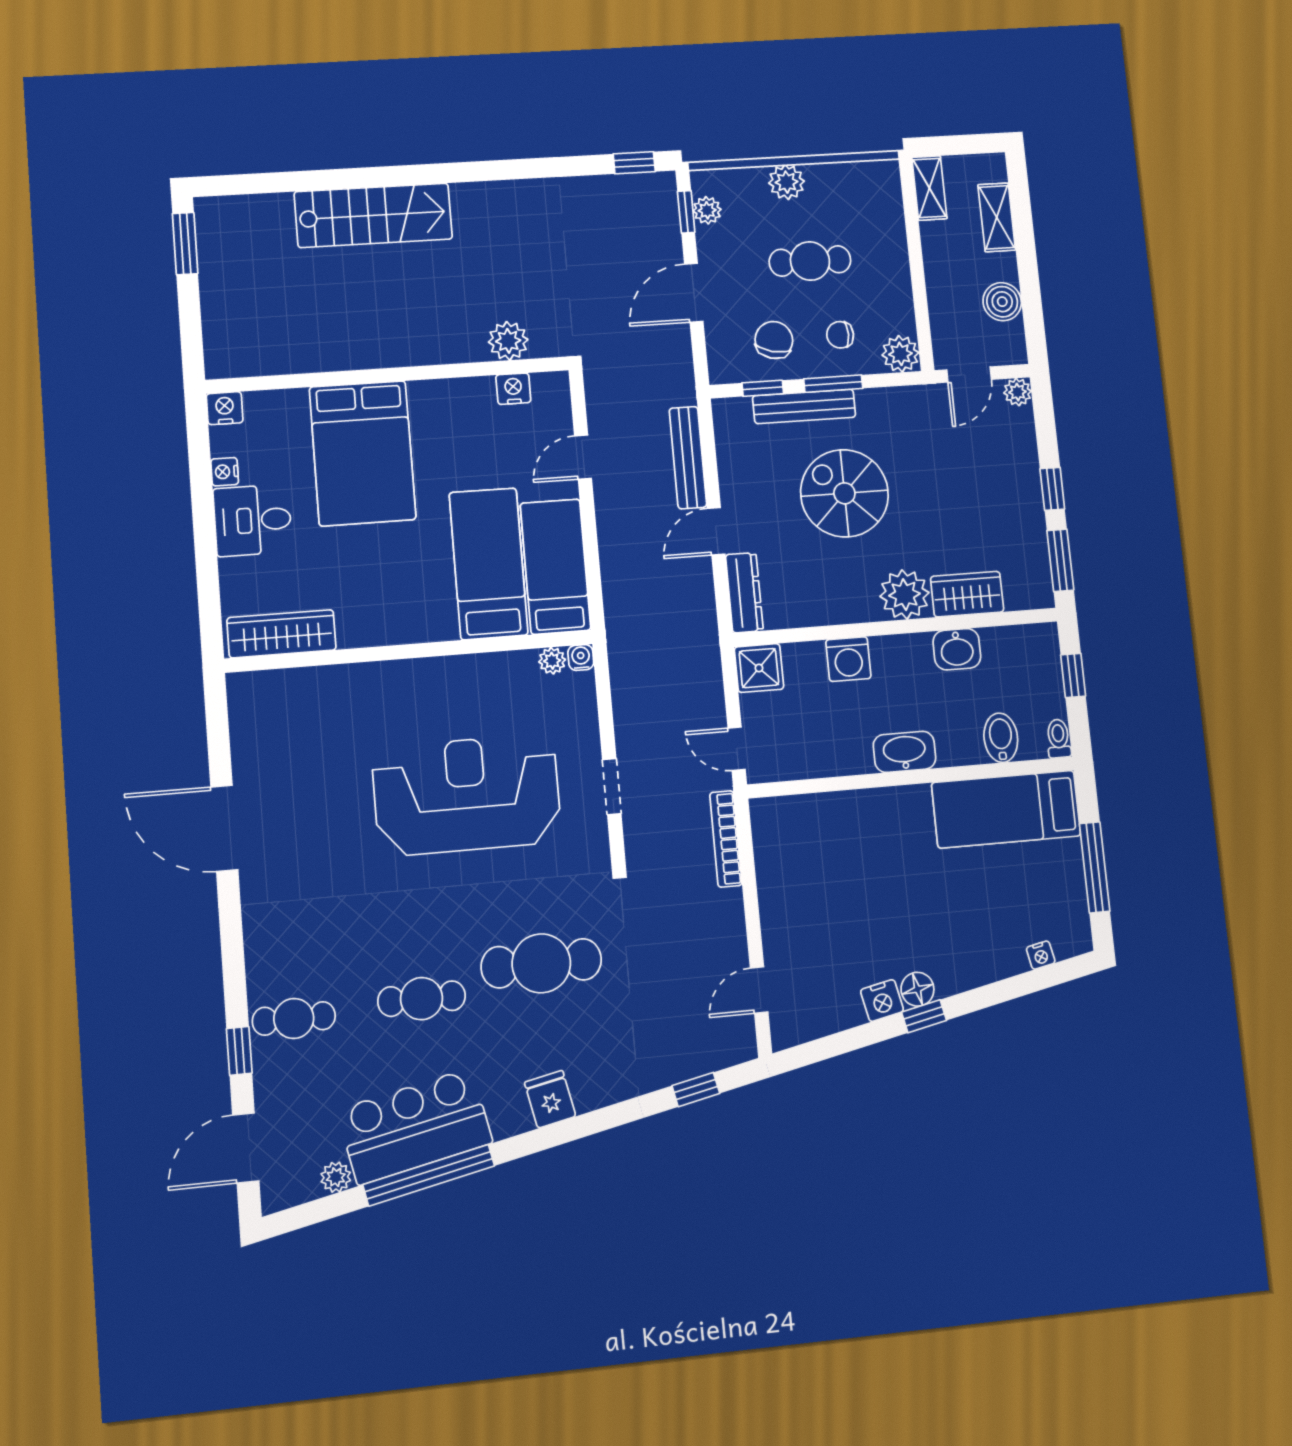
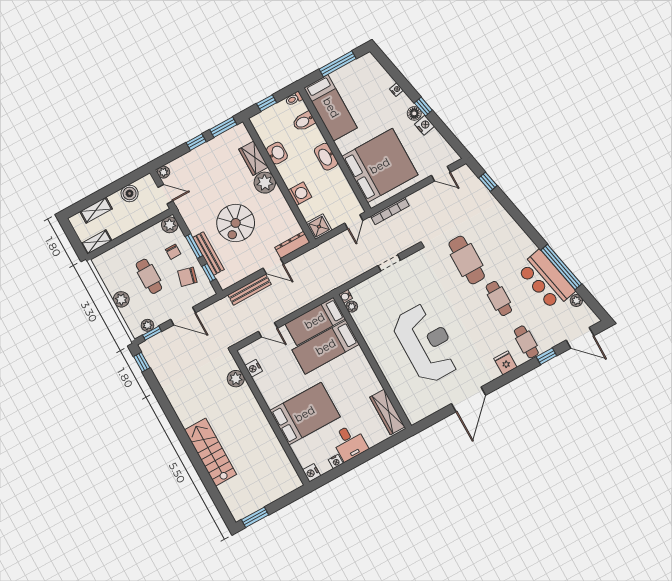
reception desk: (467, 795) -> (426, 343), moved, turned 180
bed: (835, 861) -> (380, 166), added
nightstand: (1041, 955) -> (396, 90), moved
fridge: (550, 1099) -> (505, 363), moved, turned 102

